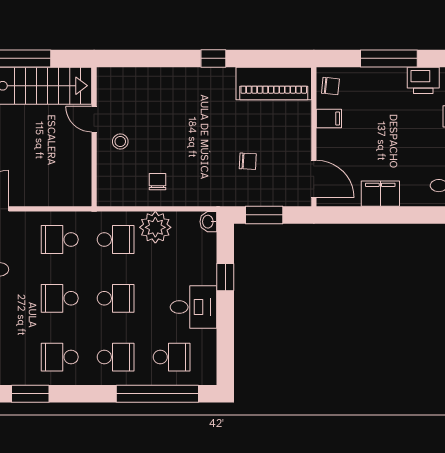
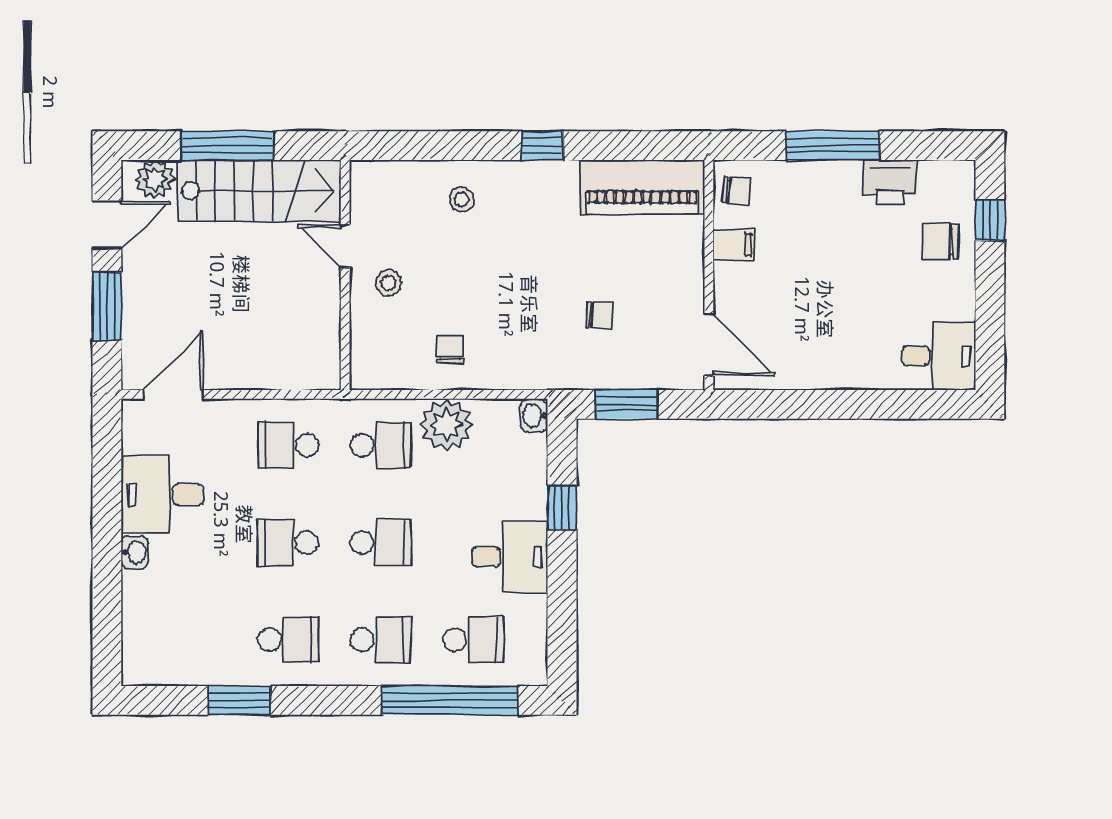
stool: (165, 91) -> (462, 200), added
filing cabinet: (380, 194) -> (819, 369), removed
school desk: (60, 357) -> (288, 640), turned 180

